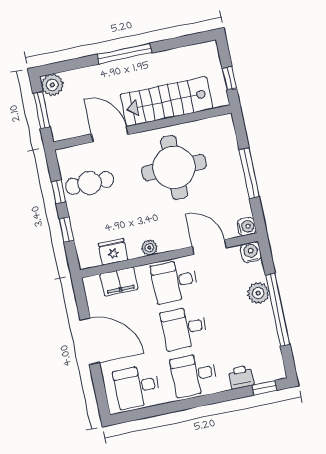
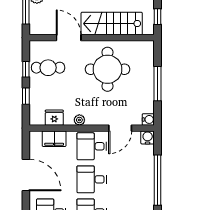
door: (209, 247) -> (120, 128), swing flipped
plant: (258, 293) -> (147, 166), removed

